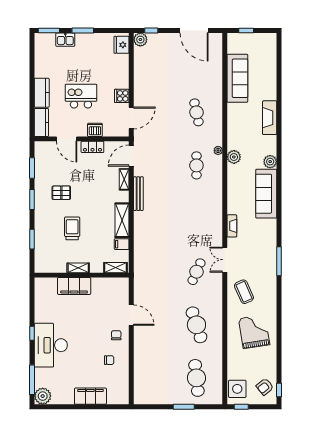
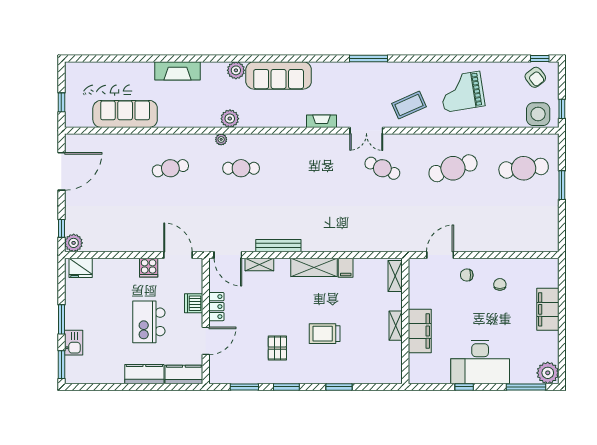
shelving: (78, 268) -> (396, 326), moved
shelving: (116, 268) -> (395, 276), moved
wall: (82, 275) -> (405, 321), moved
filing cabinet: (74, 286) -> (420, 331), moved

